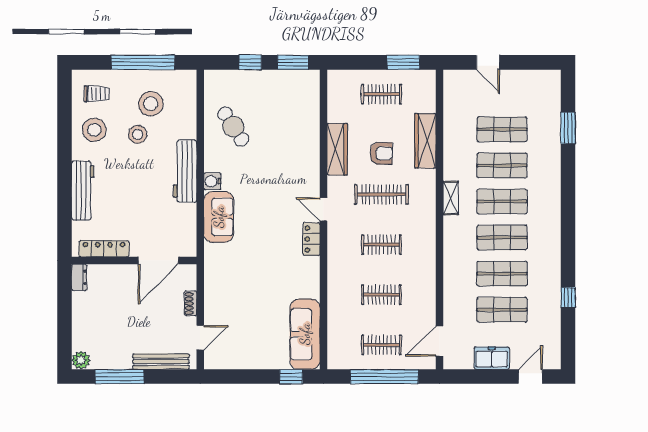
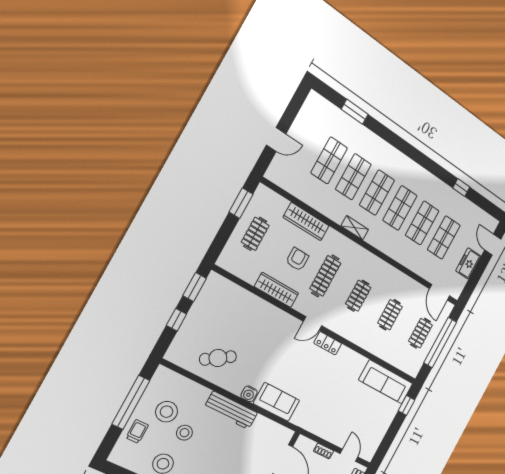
trolley: (97, 94) -> (137, 431), moved

